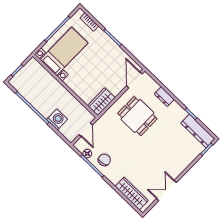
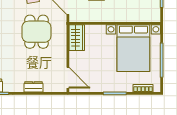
bed with nightstands: (64, 51) -> (133, 48), width x1.36
dining table: (137, 116) -> (36, 32), moved, turned 90

